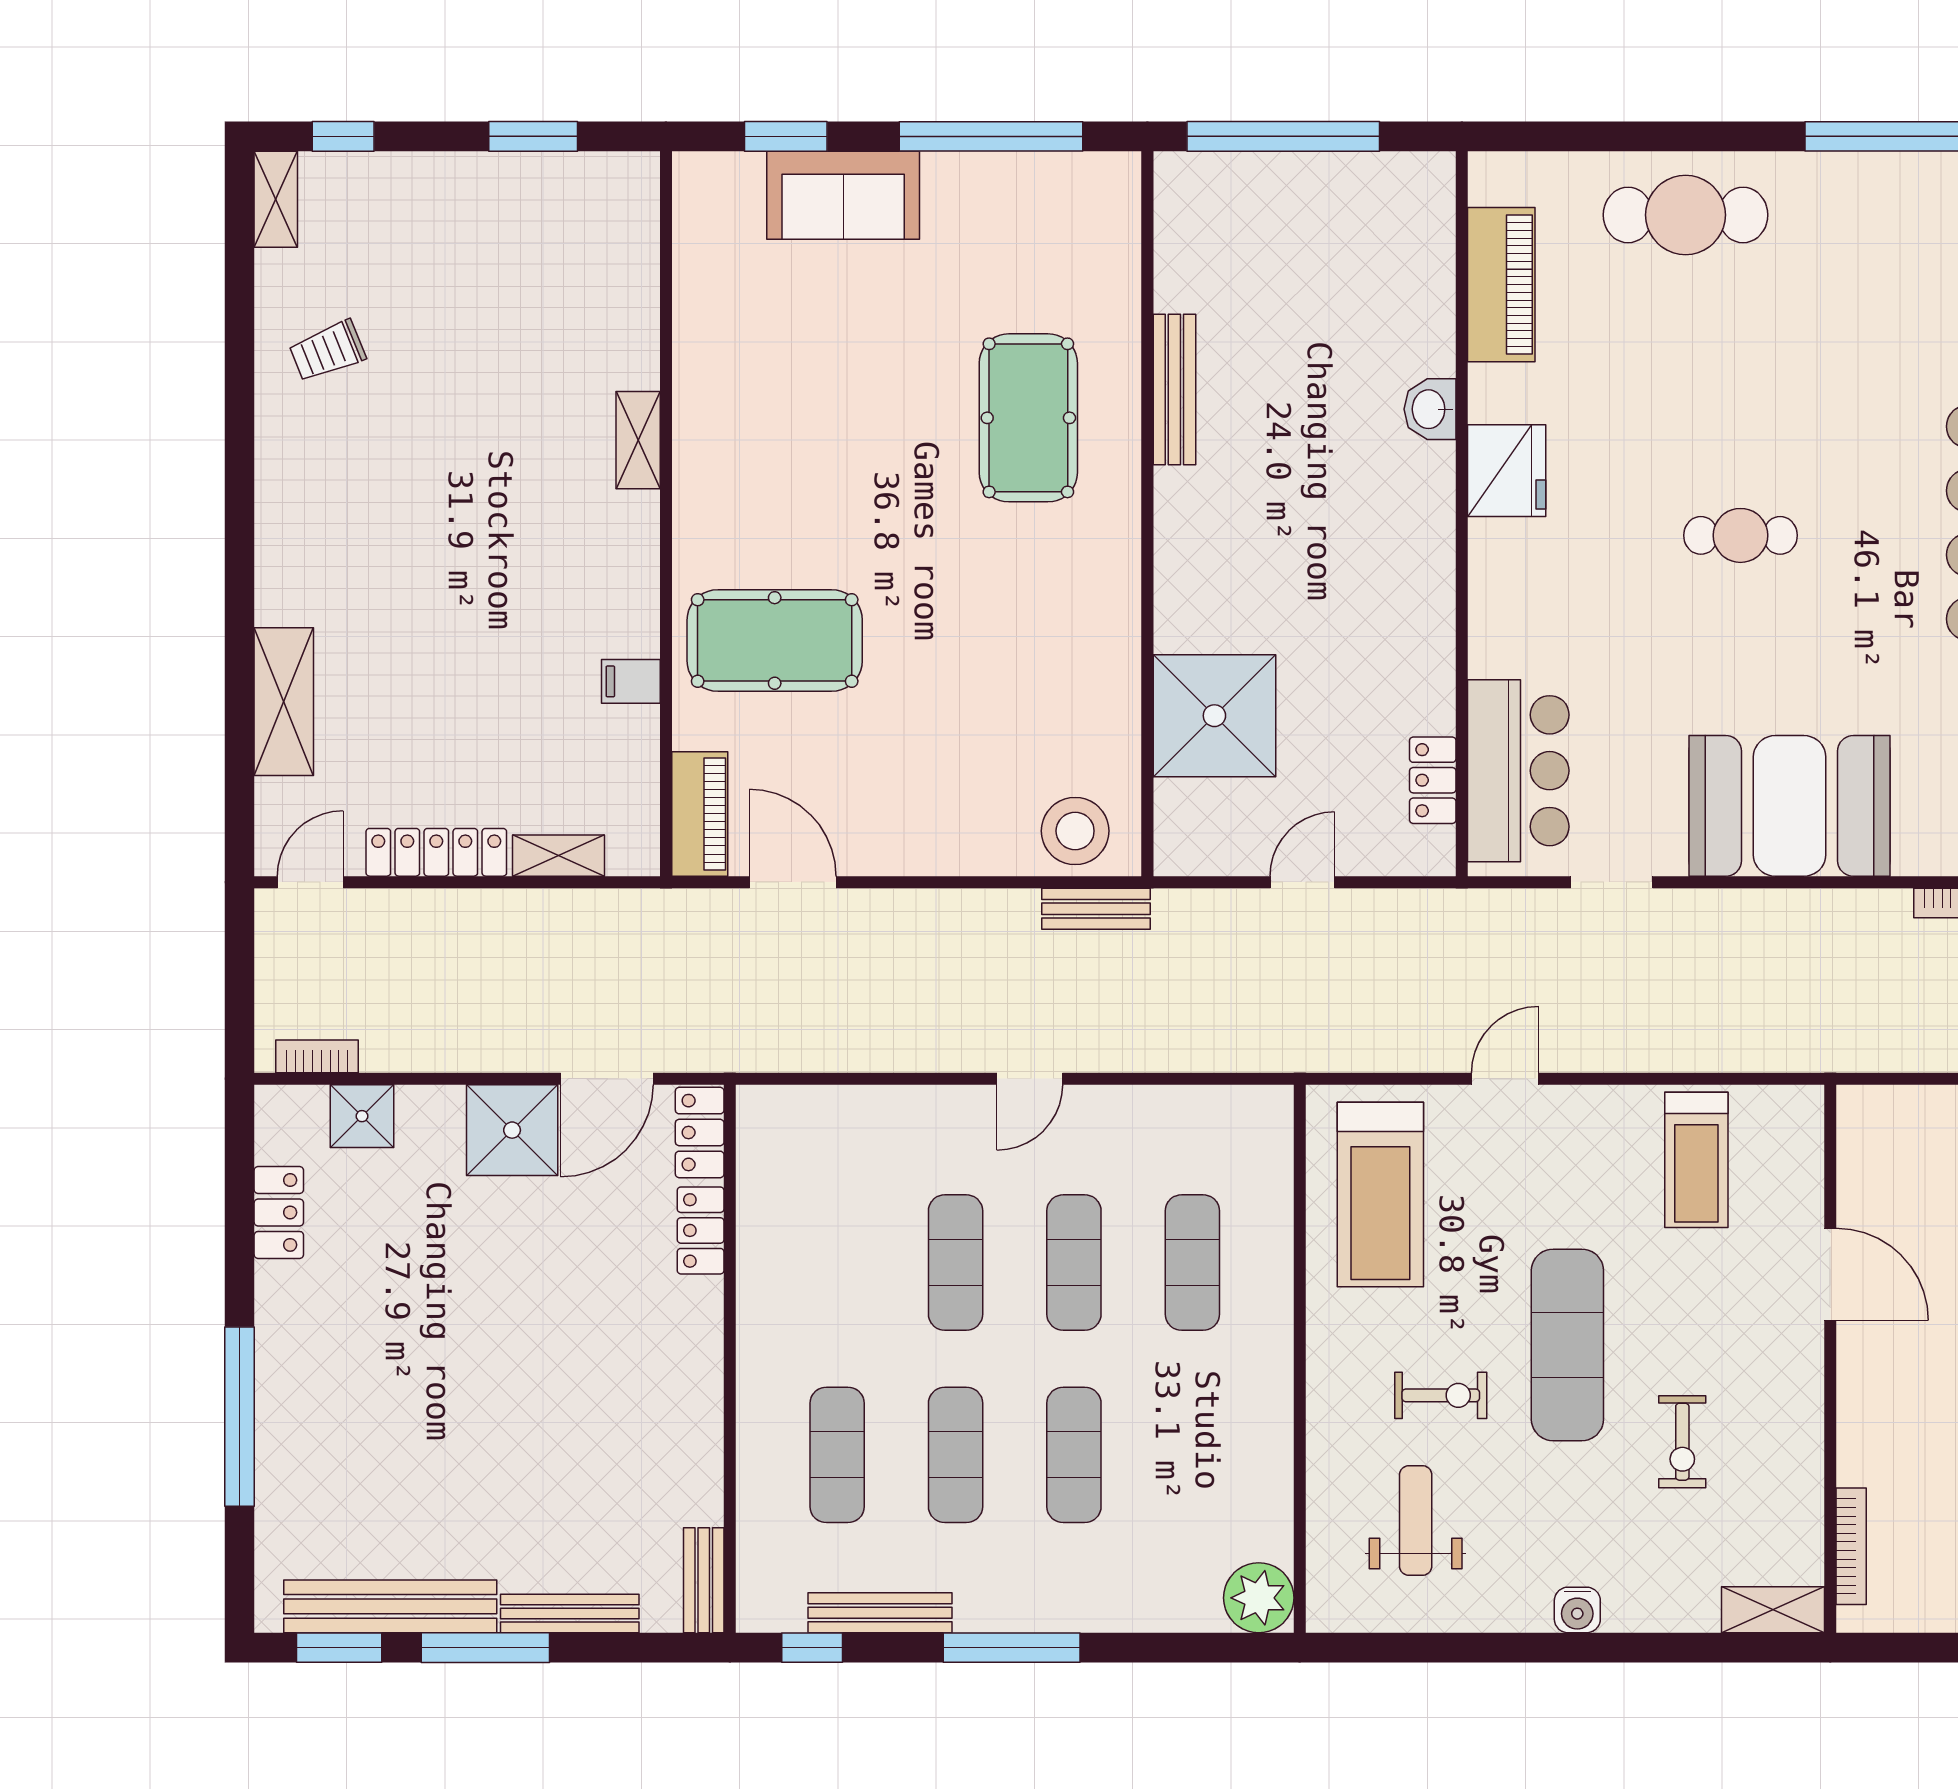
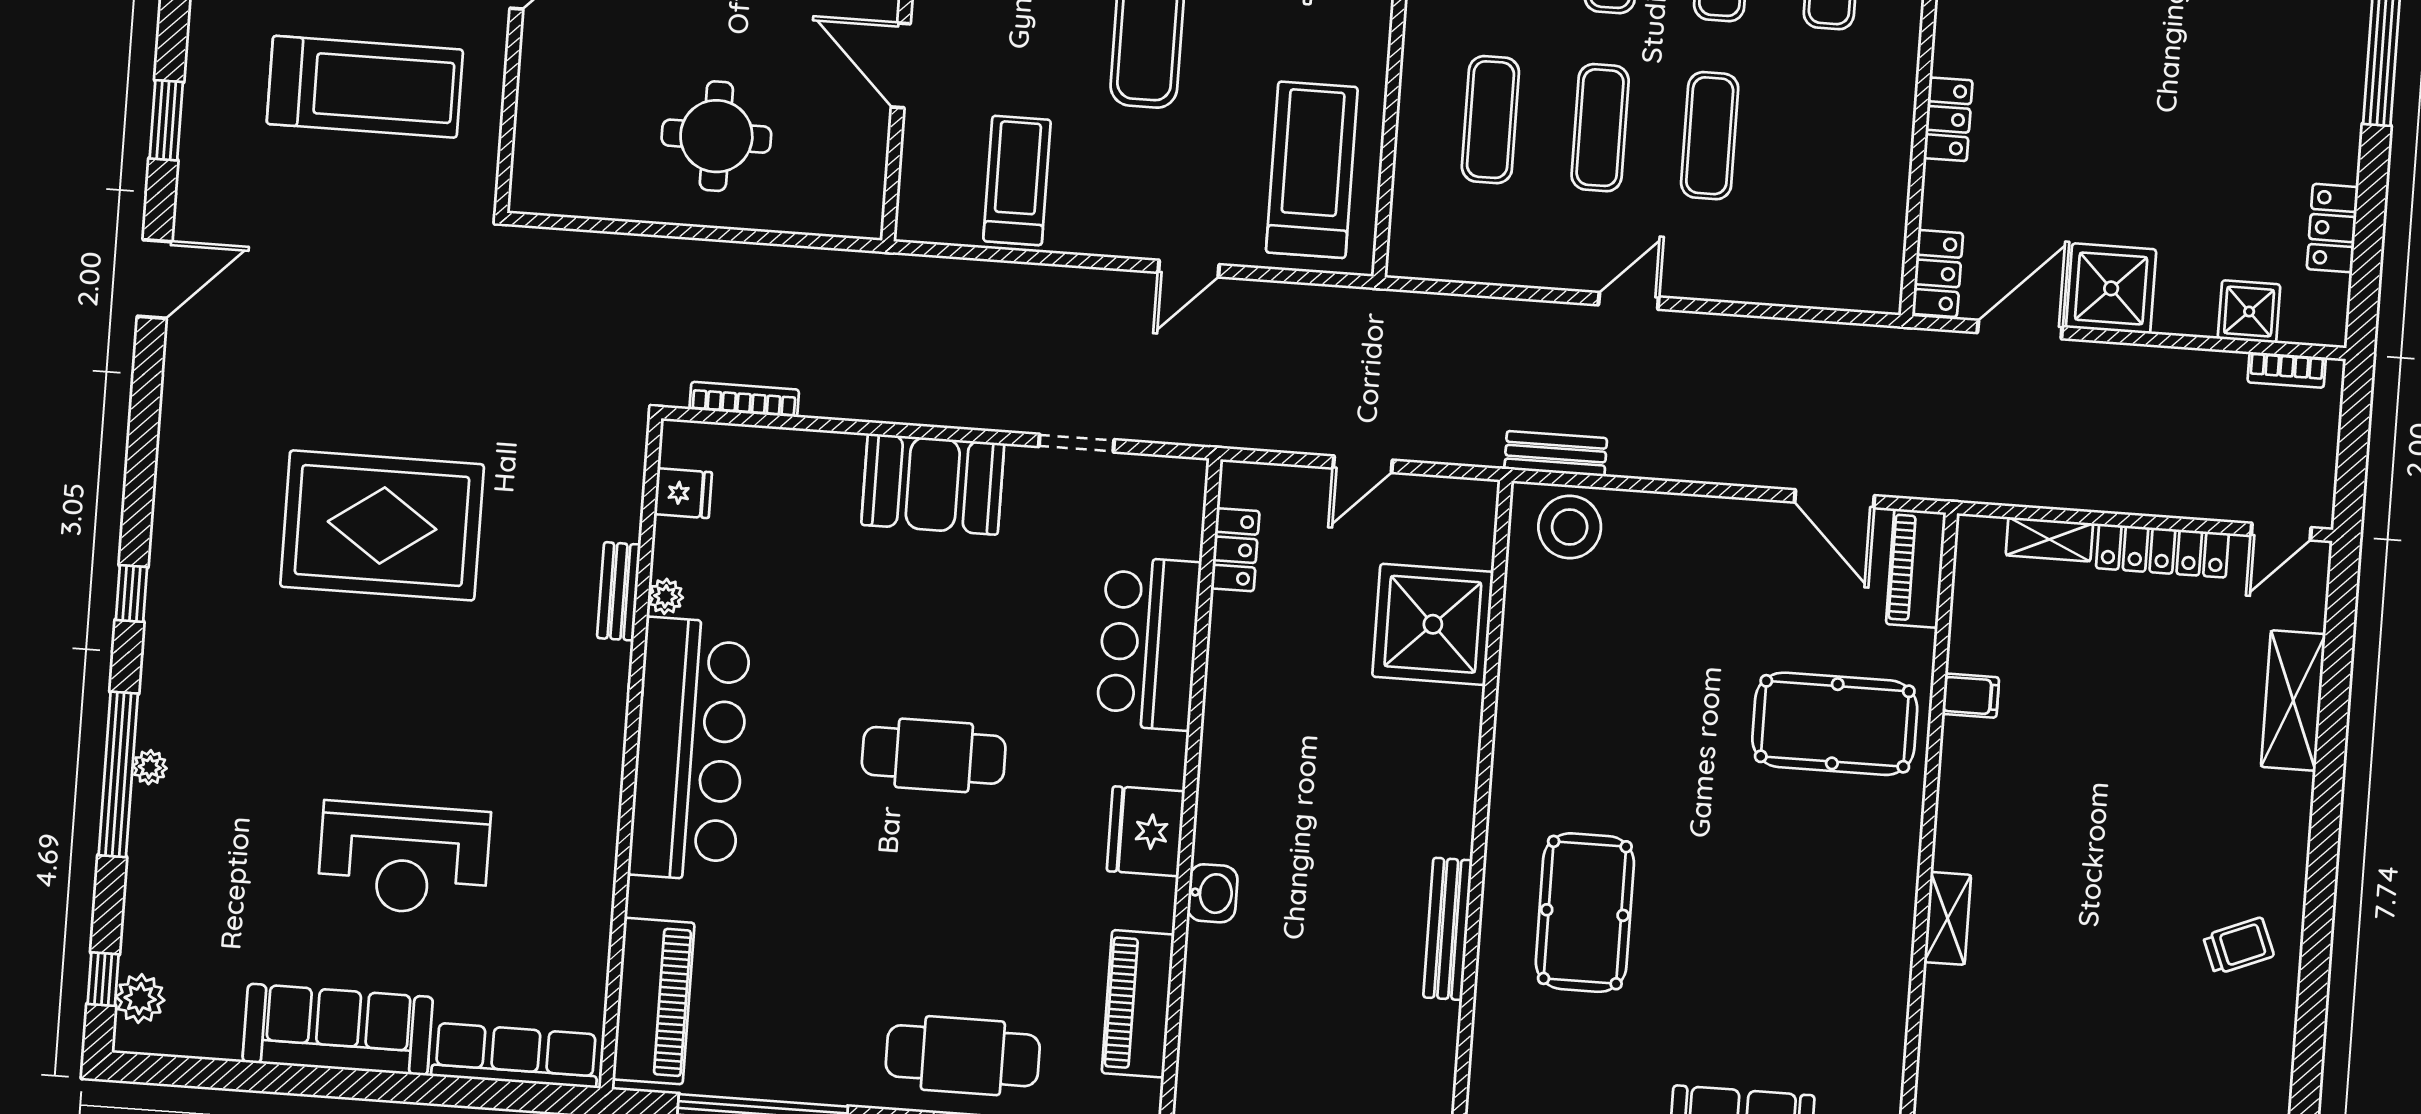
trolley: (327, 351) -> (2239, 946), moved
cafe table: (1740, 535) -> (934, 755), width x1.37, depth x1.35
bar counter: (1518, 771) -> (1149, 643), moved
booth: (1790, 806) -> (933, 484), width x0.73, depth x0.70
locker: (701, 1230) -> (1948, 119), moved

